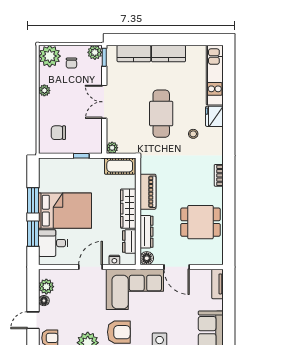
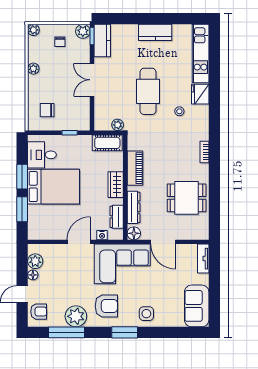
kitchen counter: (134, 53) -> (102, 41), moved, turned -90
plant: (50, 56) -> (33, 30), width x0.53, depth x0.53
plant: (112, 148) -> (118, 125), moved
wardrobe: (128, 209) -> (116, 185), width x0.67
desk: (53, 243) -> (42, 155), moved

